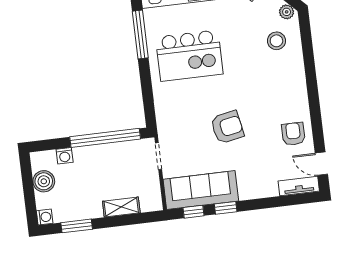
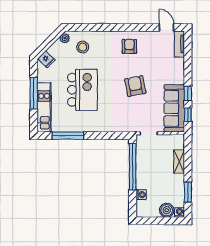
kitchen island: (189, 56) -> (82, 90), moved
armchair: (293, 134) -> (129, 46), moved, turned 90
door: (321, 164) -> (167, 27), swing flipped
boiler: (44, 181) -> (167, 210), moved

